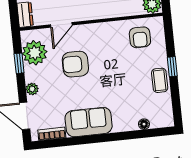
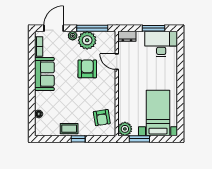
armchair: (140, 37) -> (102, 118), turned -99
plant: (35, 53) -> (87, 40), moved
window: (19, 63) -> (92, 28), width x2.17

